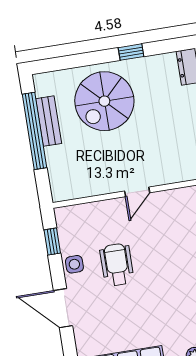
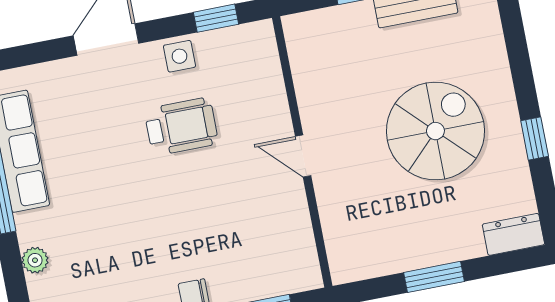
spiral stairs: (104, 101) -> (435, 131), moved, turned 90

